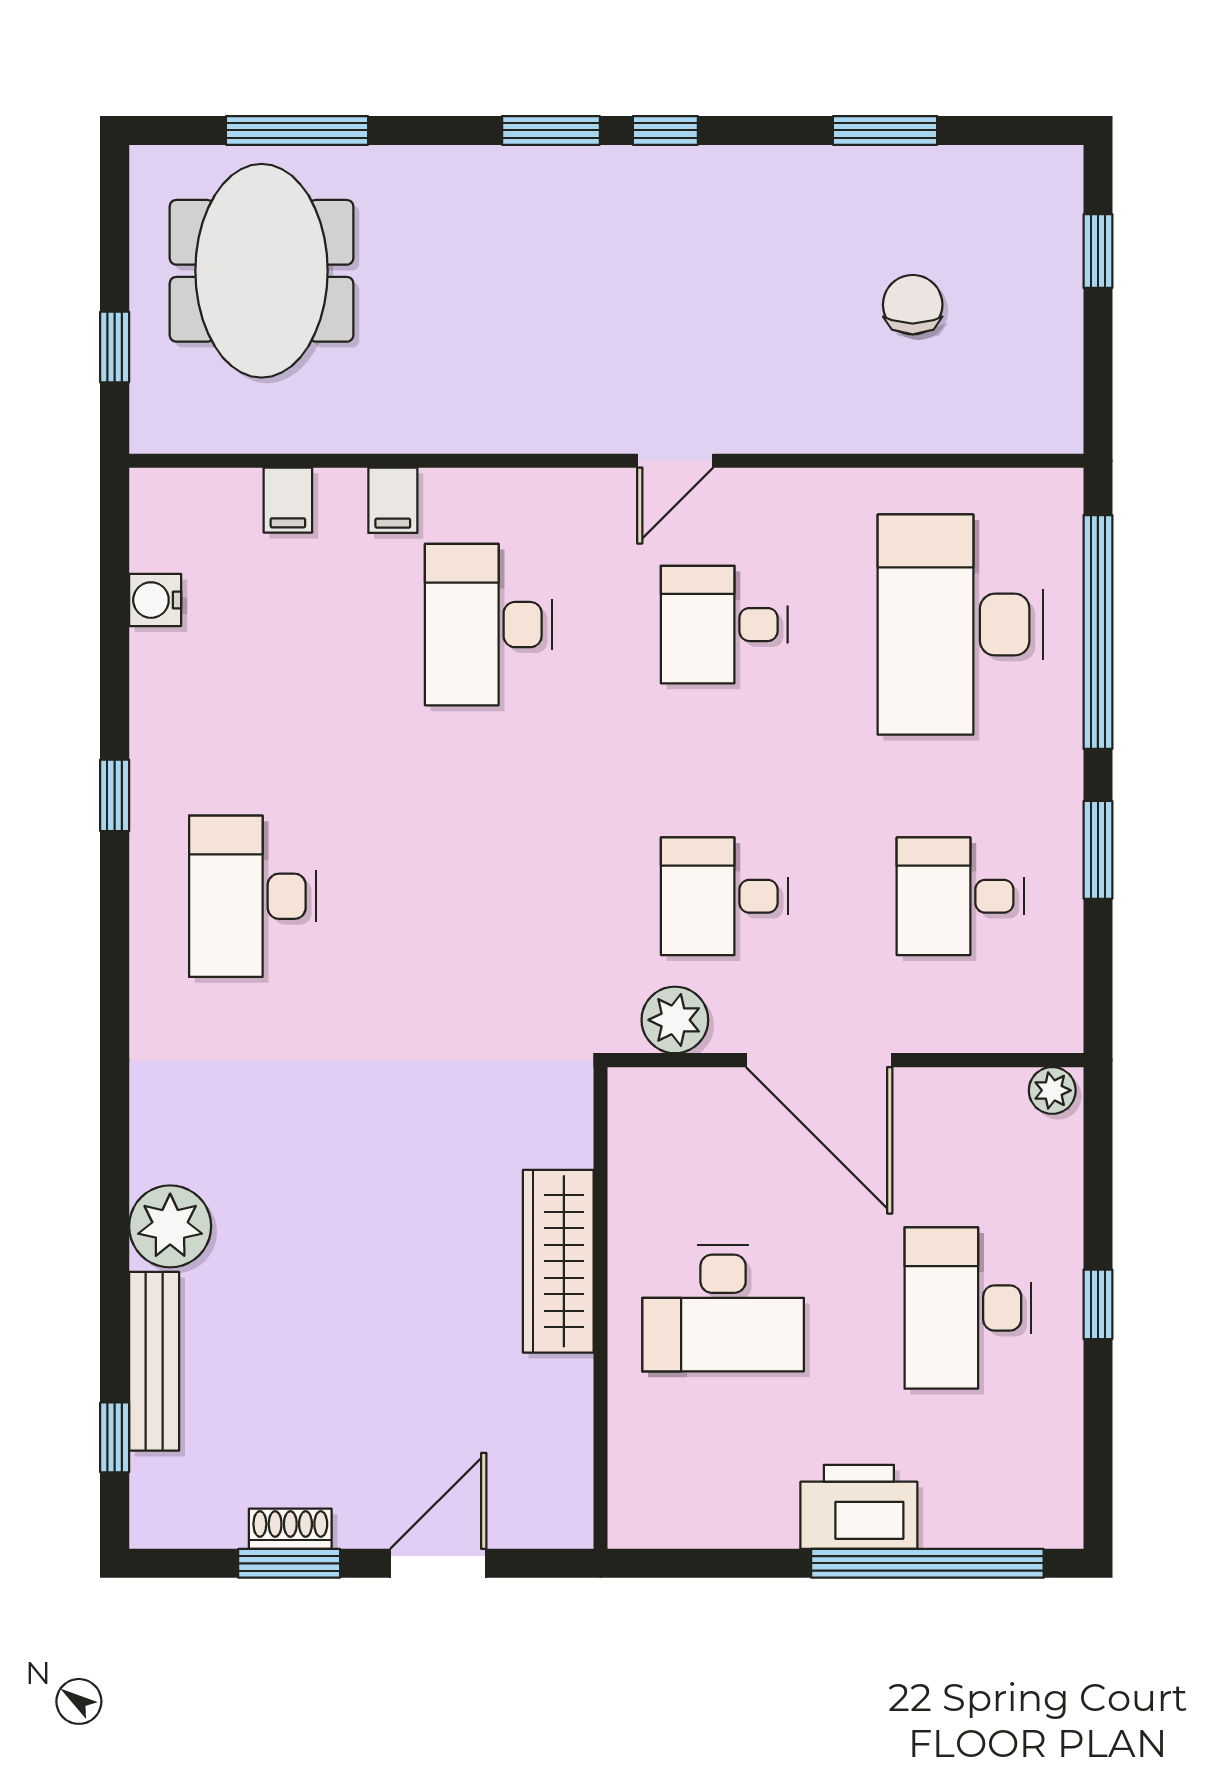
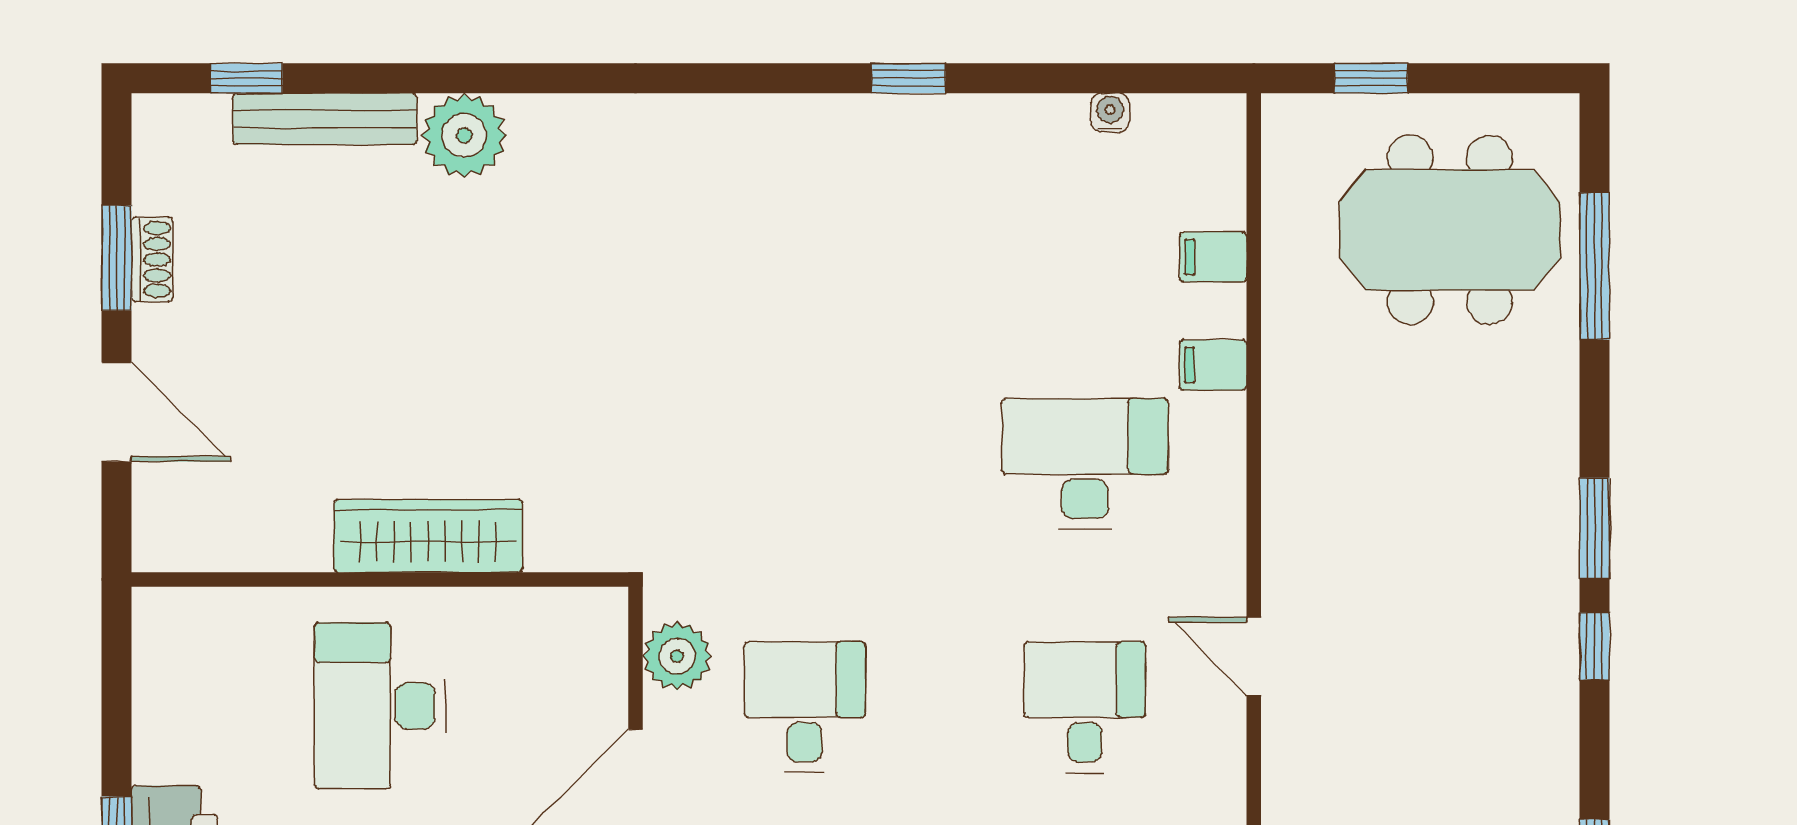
water cooler: (155, 600) -> (1110, 113), width x0.72, depth x0.72
desk: (252, 896) -> (805, 220), removed

